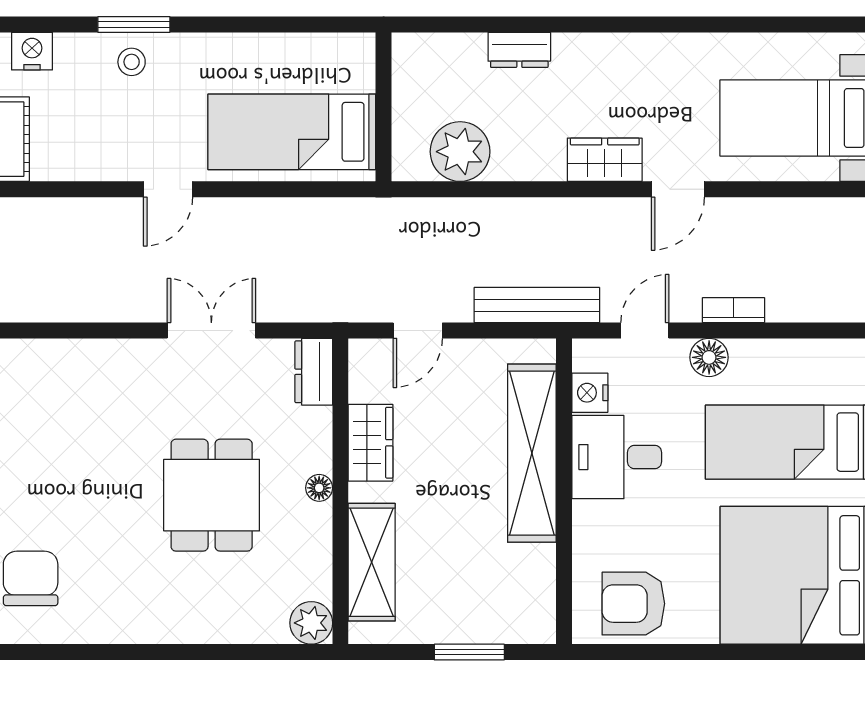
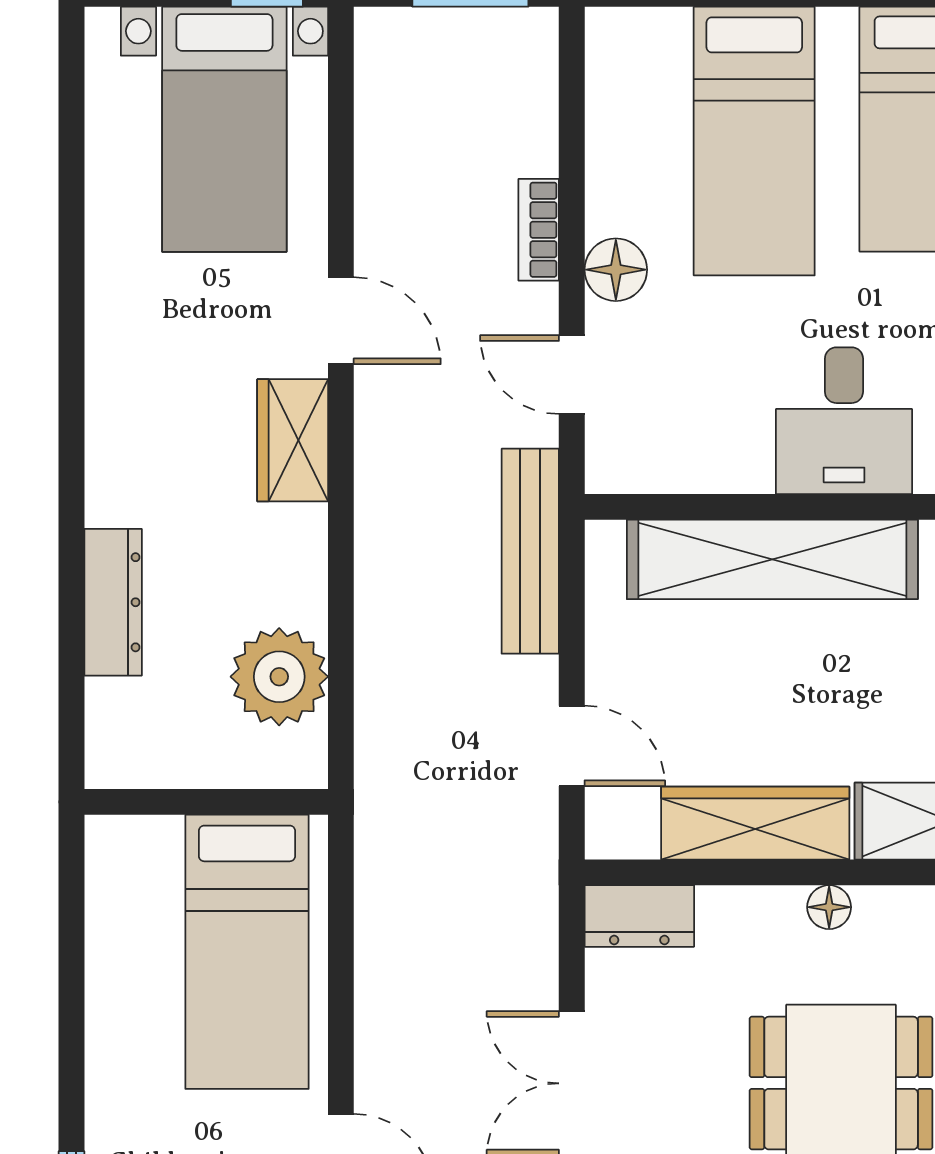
dresser: (519, 50) -> (113, 602), width x1.44
nightstand: (590, 393) -> (674, 465), removed
wardrobe: (371, 443) -> (755, 823), width x1.50
desk: (617, 457) -> (844, 421), moved

